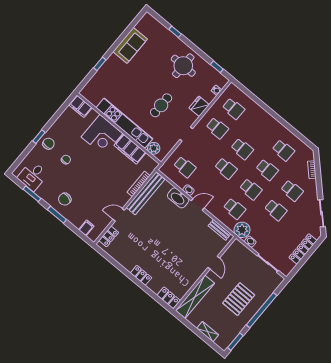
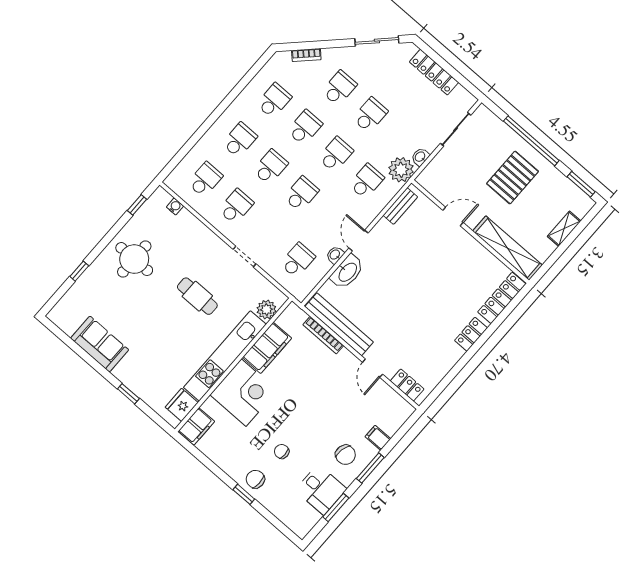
fridge: (199, 106) -> (182, 405), moved, turned 90
school desk: (258, 129) -> (240, 140), added
desk: (33, 176) -> (321, 490), moved
filing cabinet: (86, 228) -> (378, 438), moved
locker: (168, 298) -> (502, 298), width x1.53
pallet: (239, 299) -> (513, 178), turned 90

